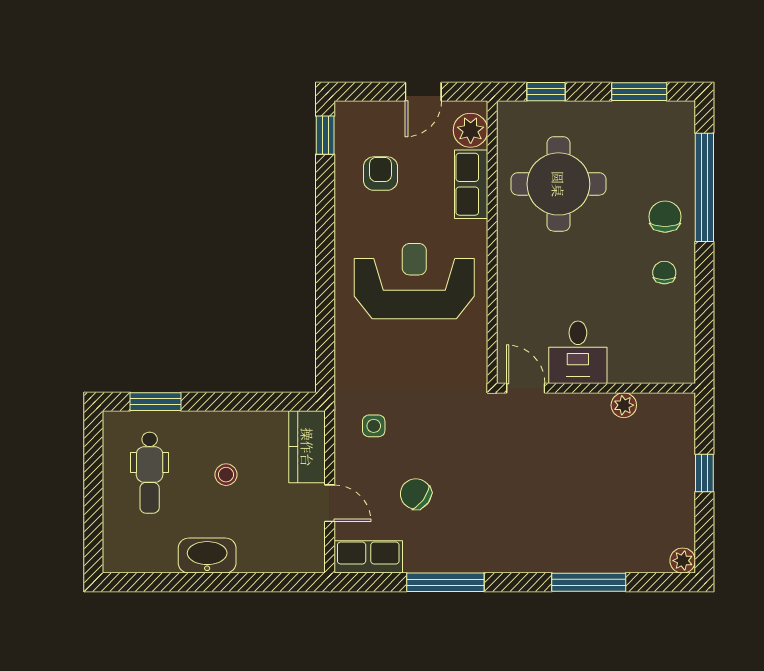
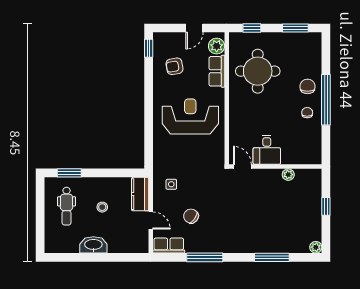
armchair: (380, 174) -> (174, 66), turned -100
window: (704, 187) -> (326, 100), moved

